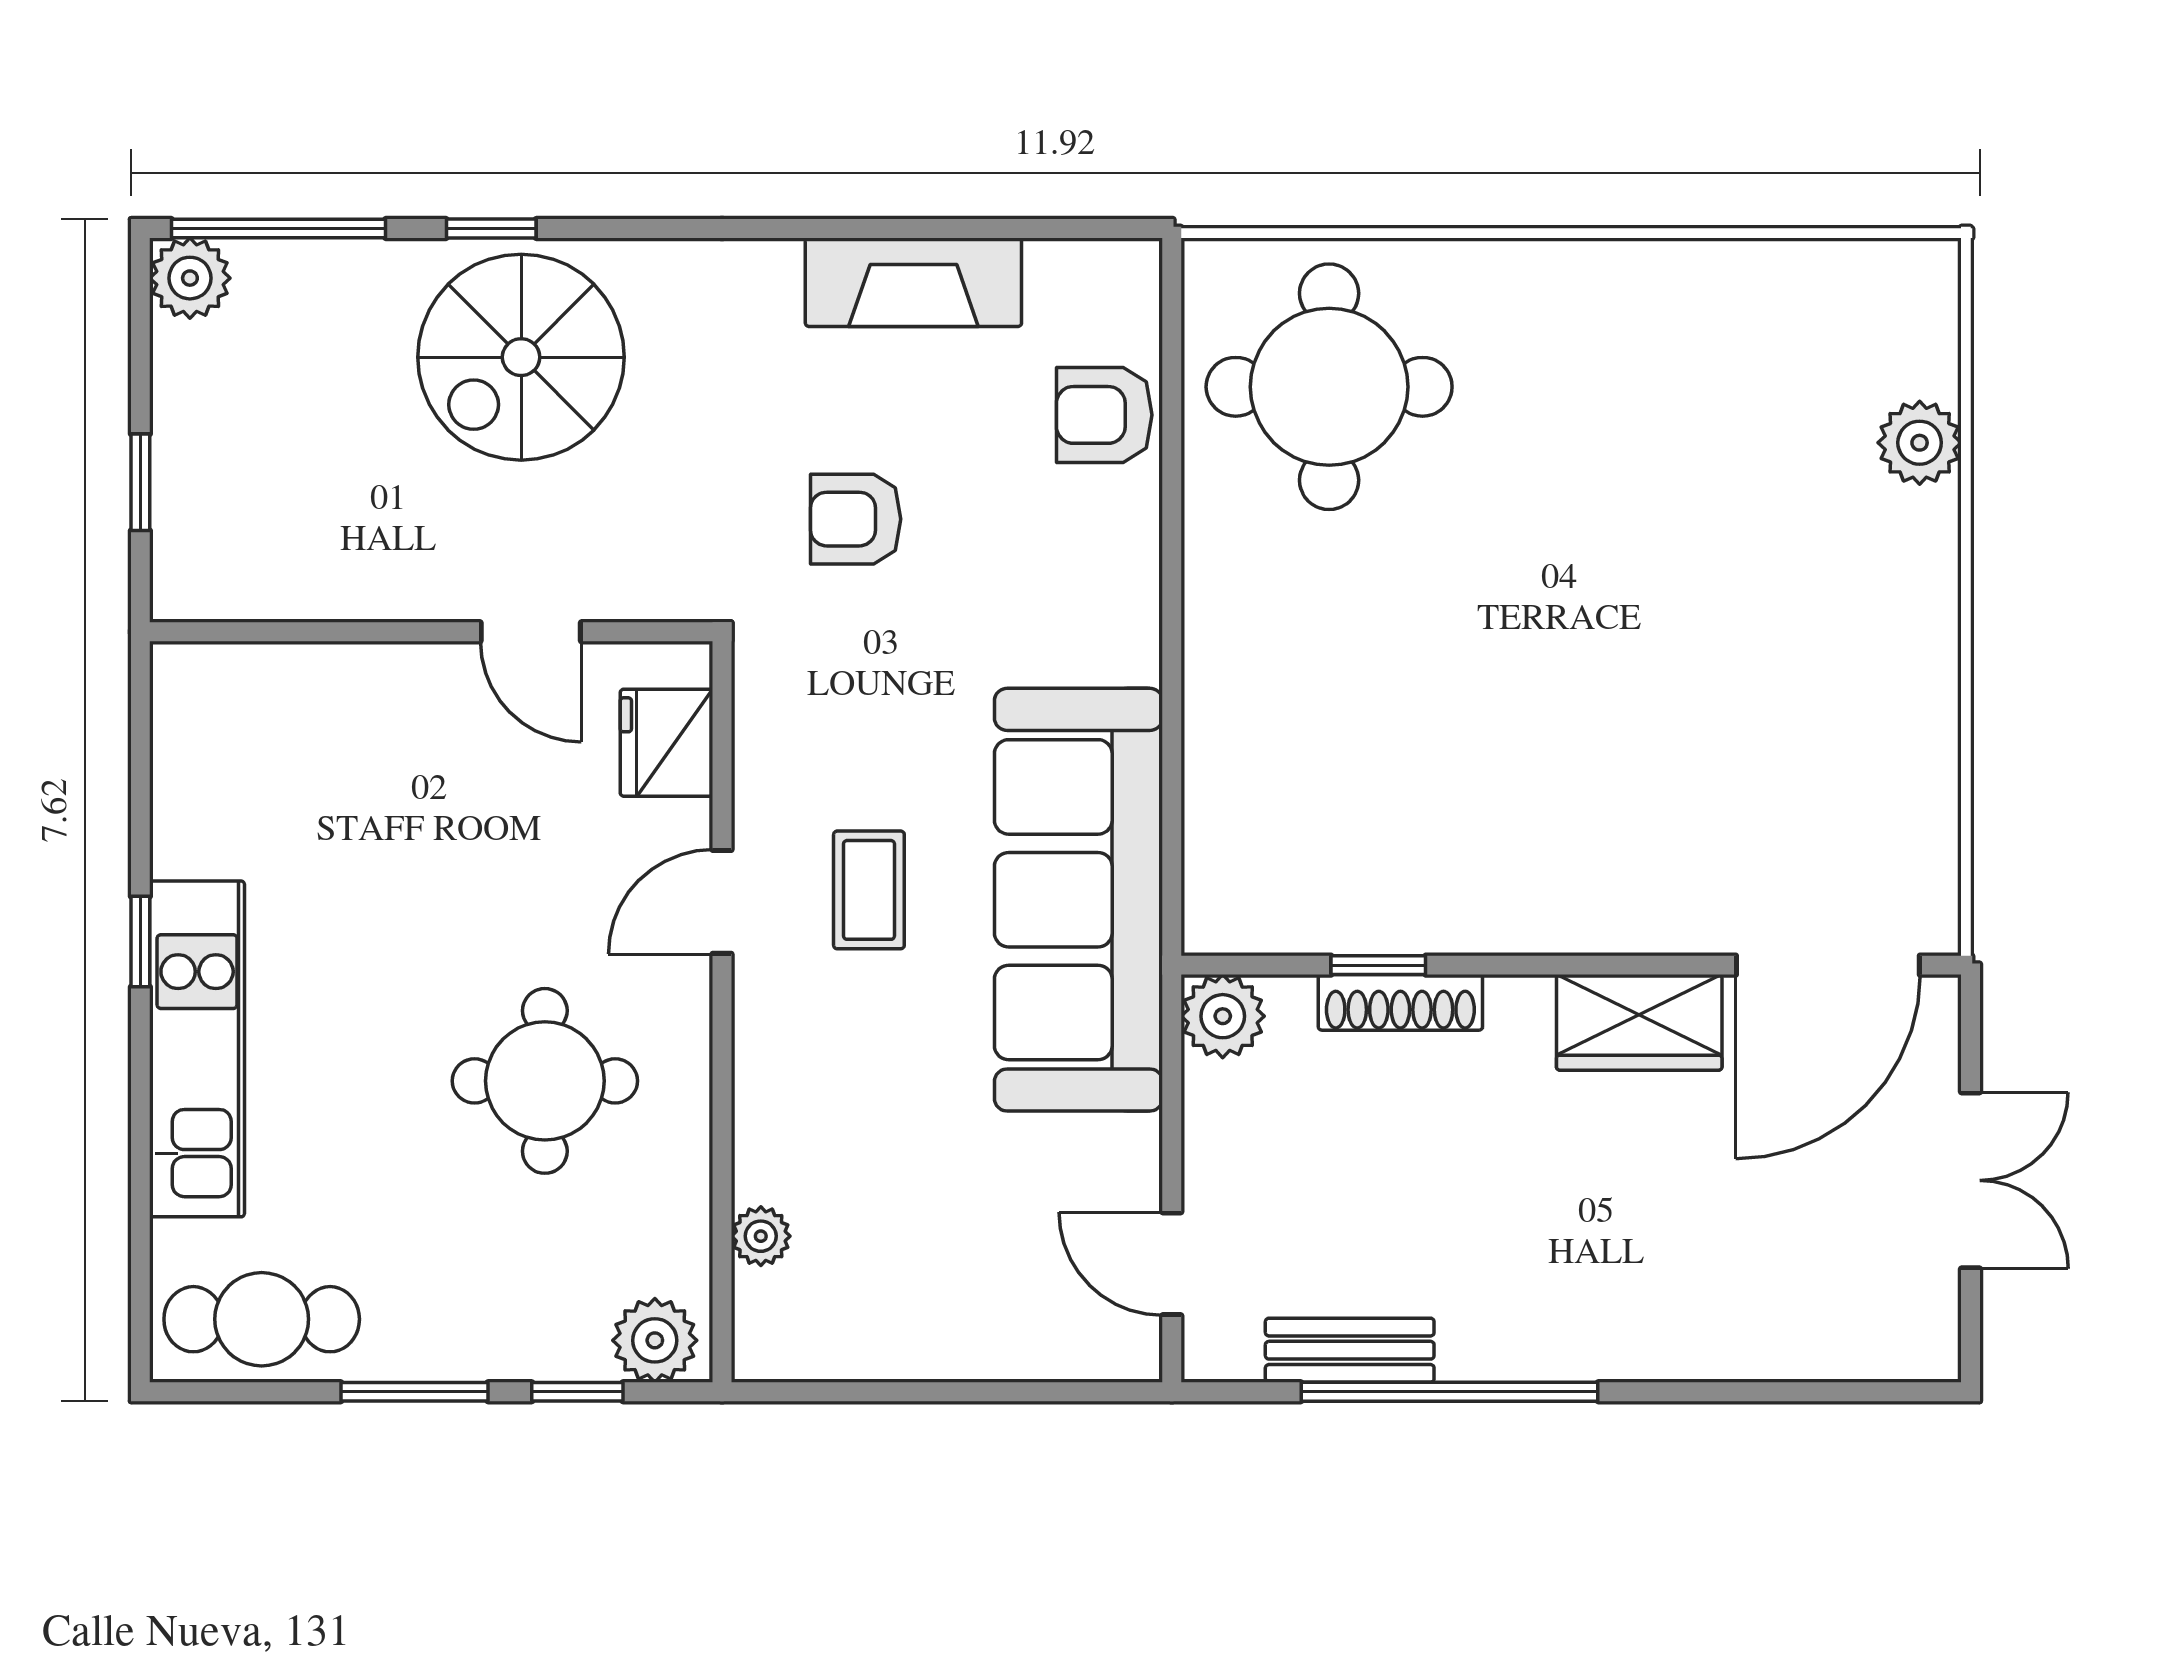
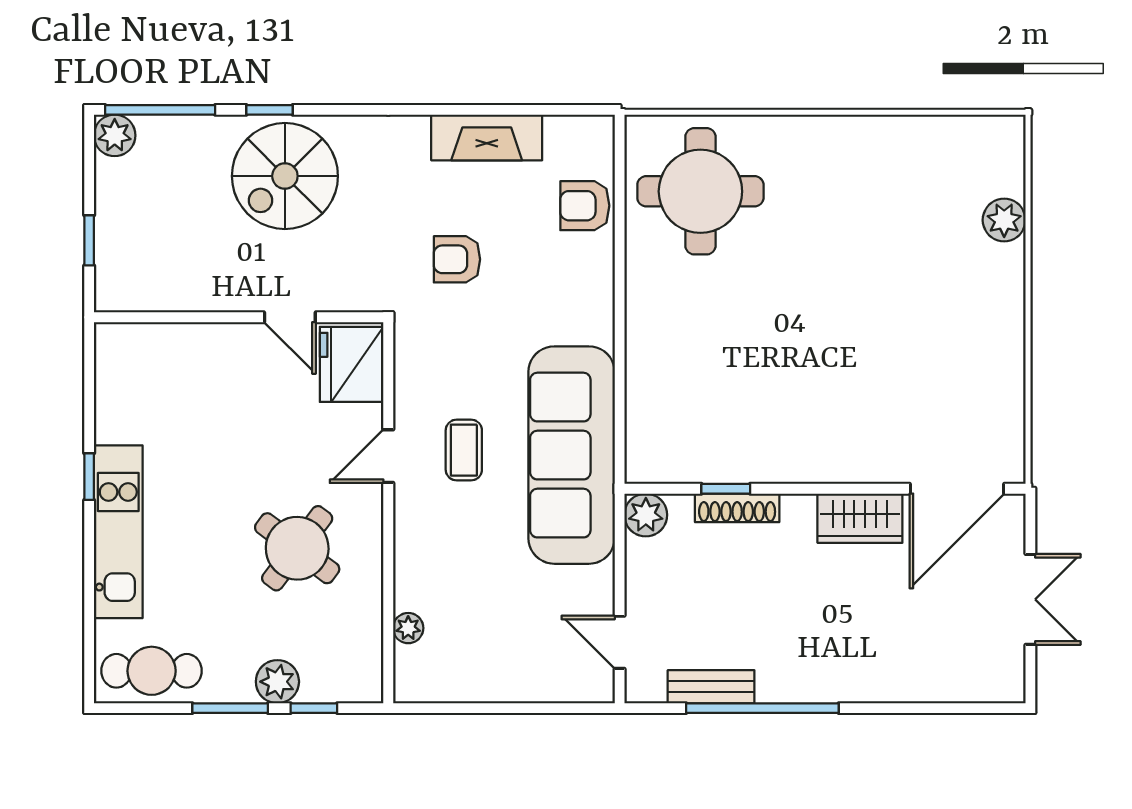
fridge: (666, 743) -> (352, 364), width x1.36, depth x1.34
round table: (545, 1081) -> (297, 548), turned 37
plant: (655, 1340) -> (277, 682), moved

